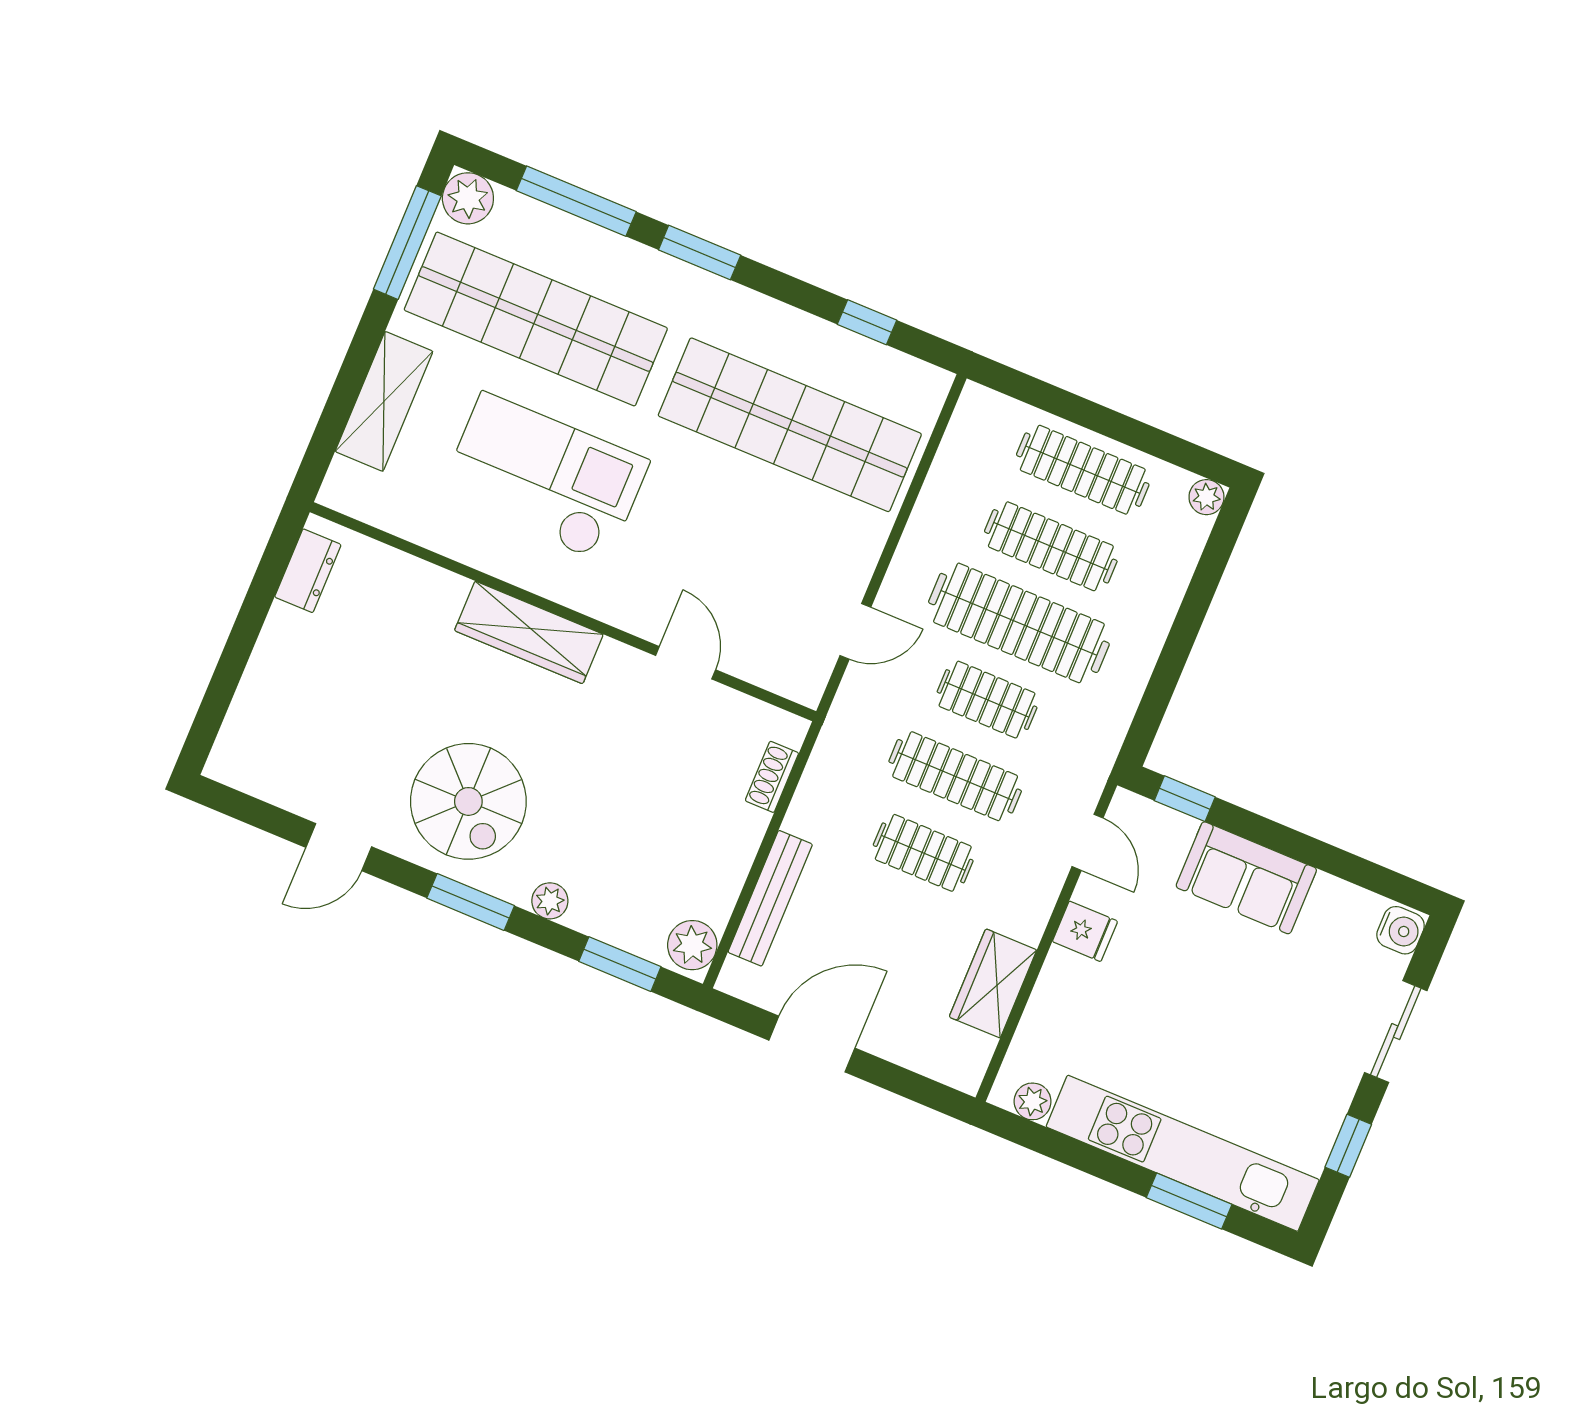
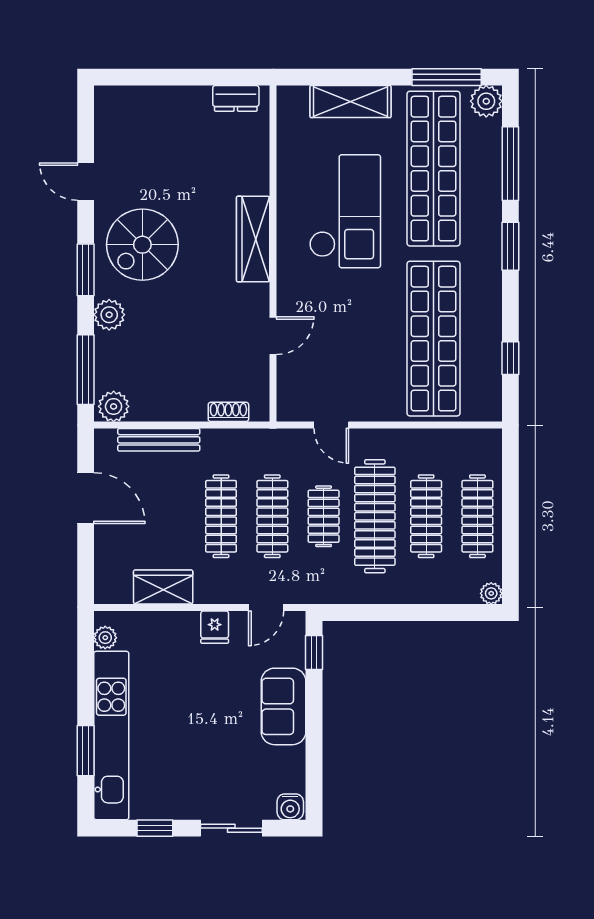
clothes rail: (923, 853) -> (221, 516), width x1.36
plant: (550, 901) -> (109, 315), width x1.38, depth x1.38
window: (620, 964) -> (86, 370), width x1.44

